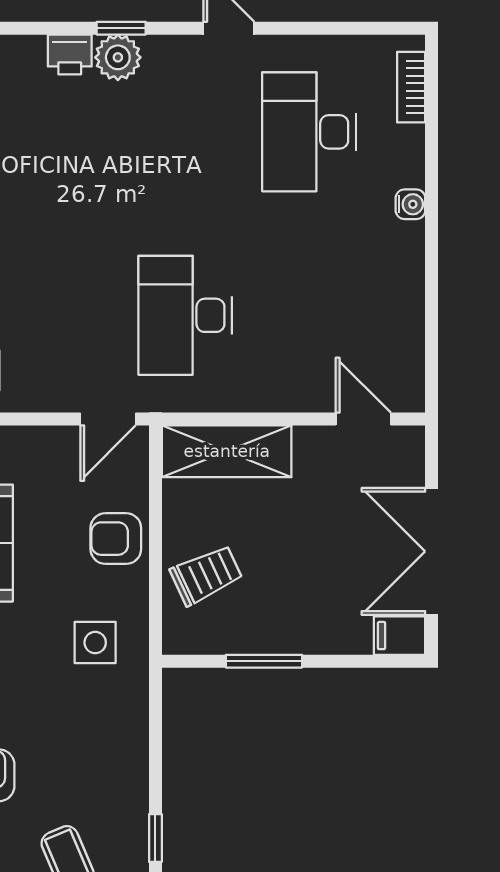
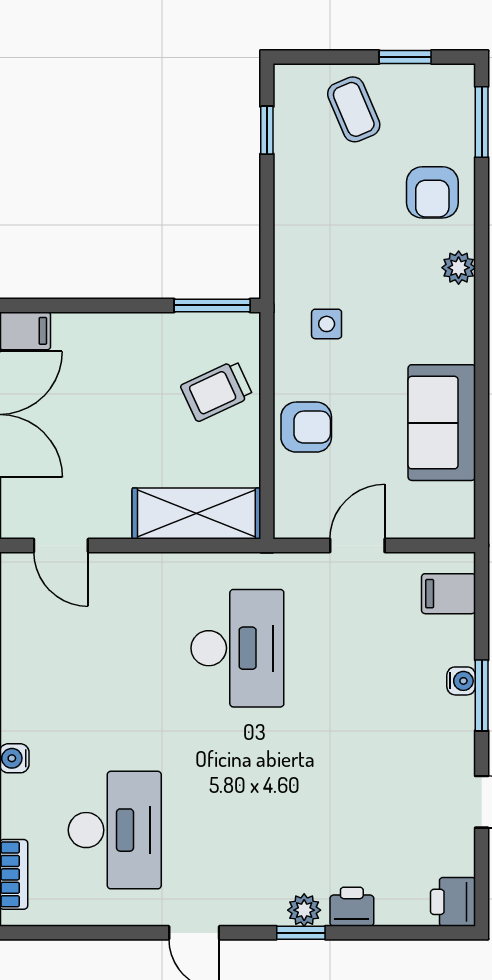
plant: (118, 57) -> (304, 910), width x0.73, depth x0.73
door: (108, 419) -> (357, 545), moved
side table: (95, 643) -> (327, 324), width x0.73, depth x0.73
window: (264, 661) -> (212, 305), moved

